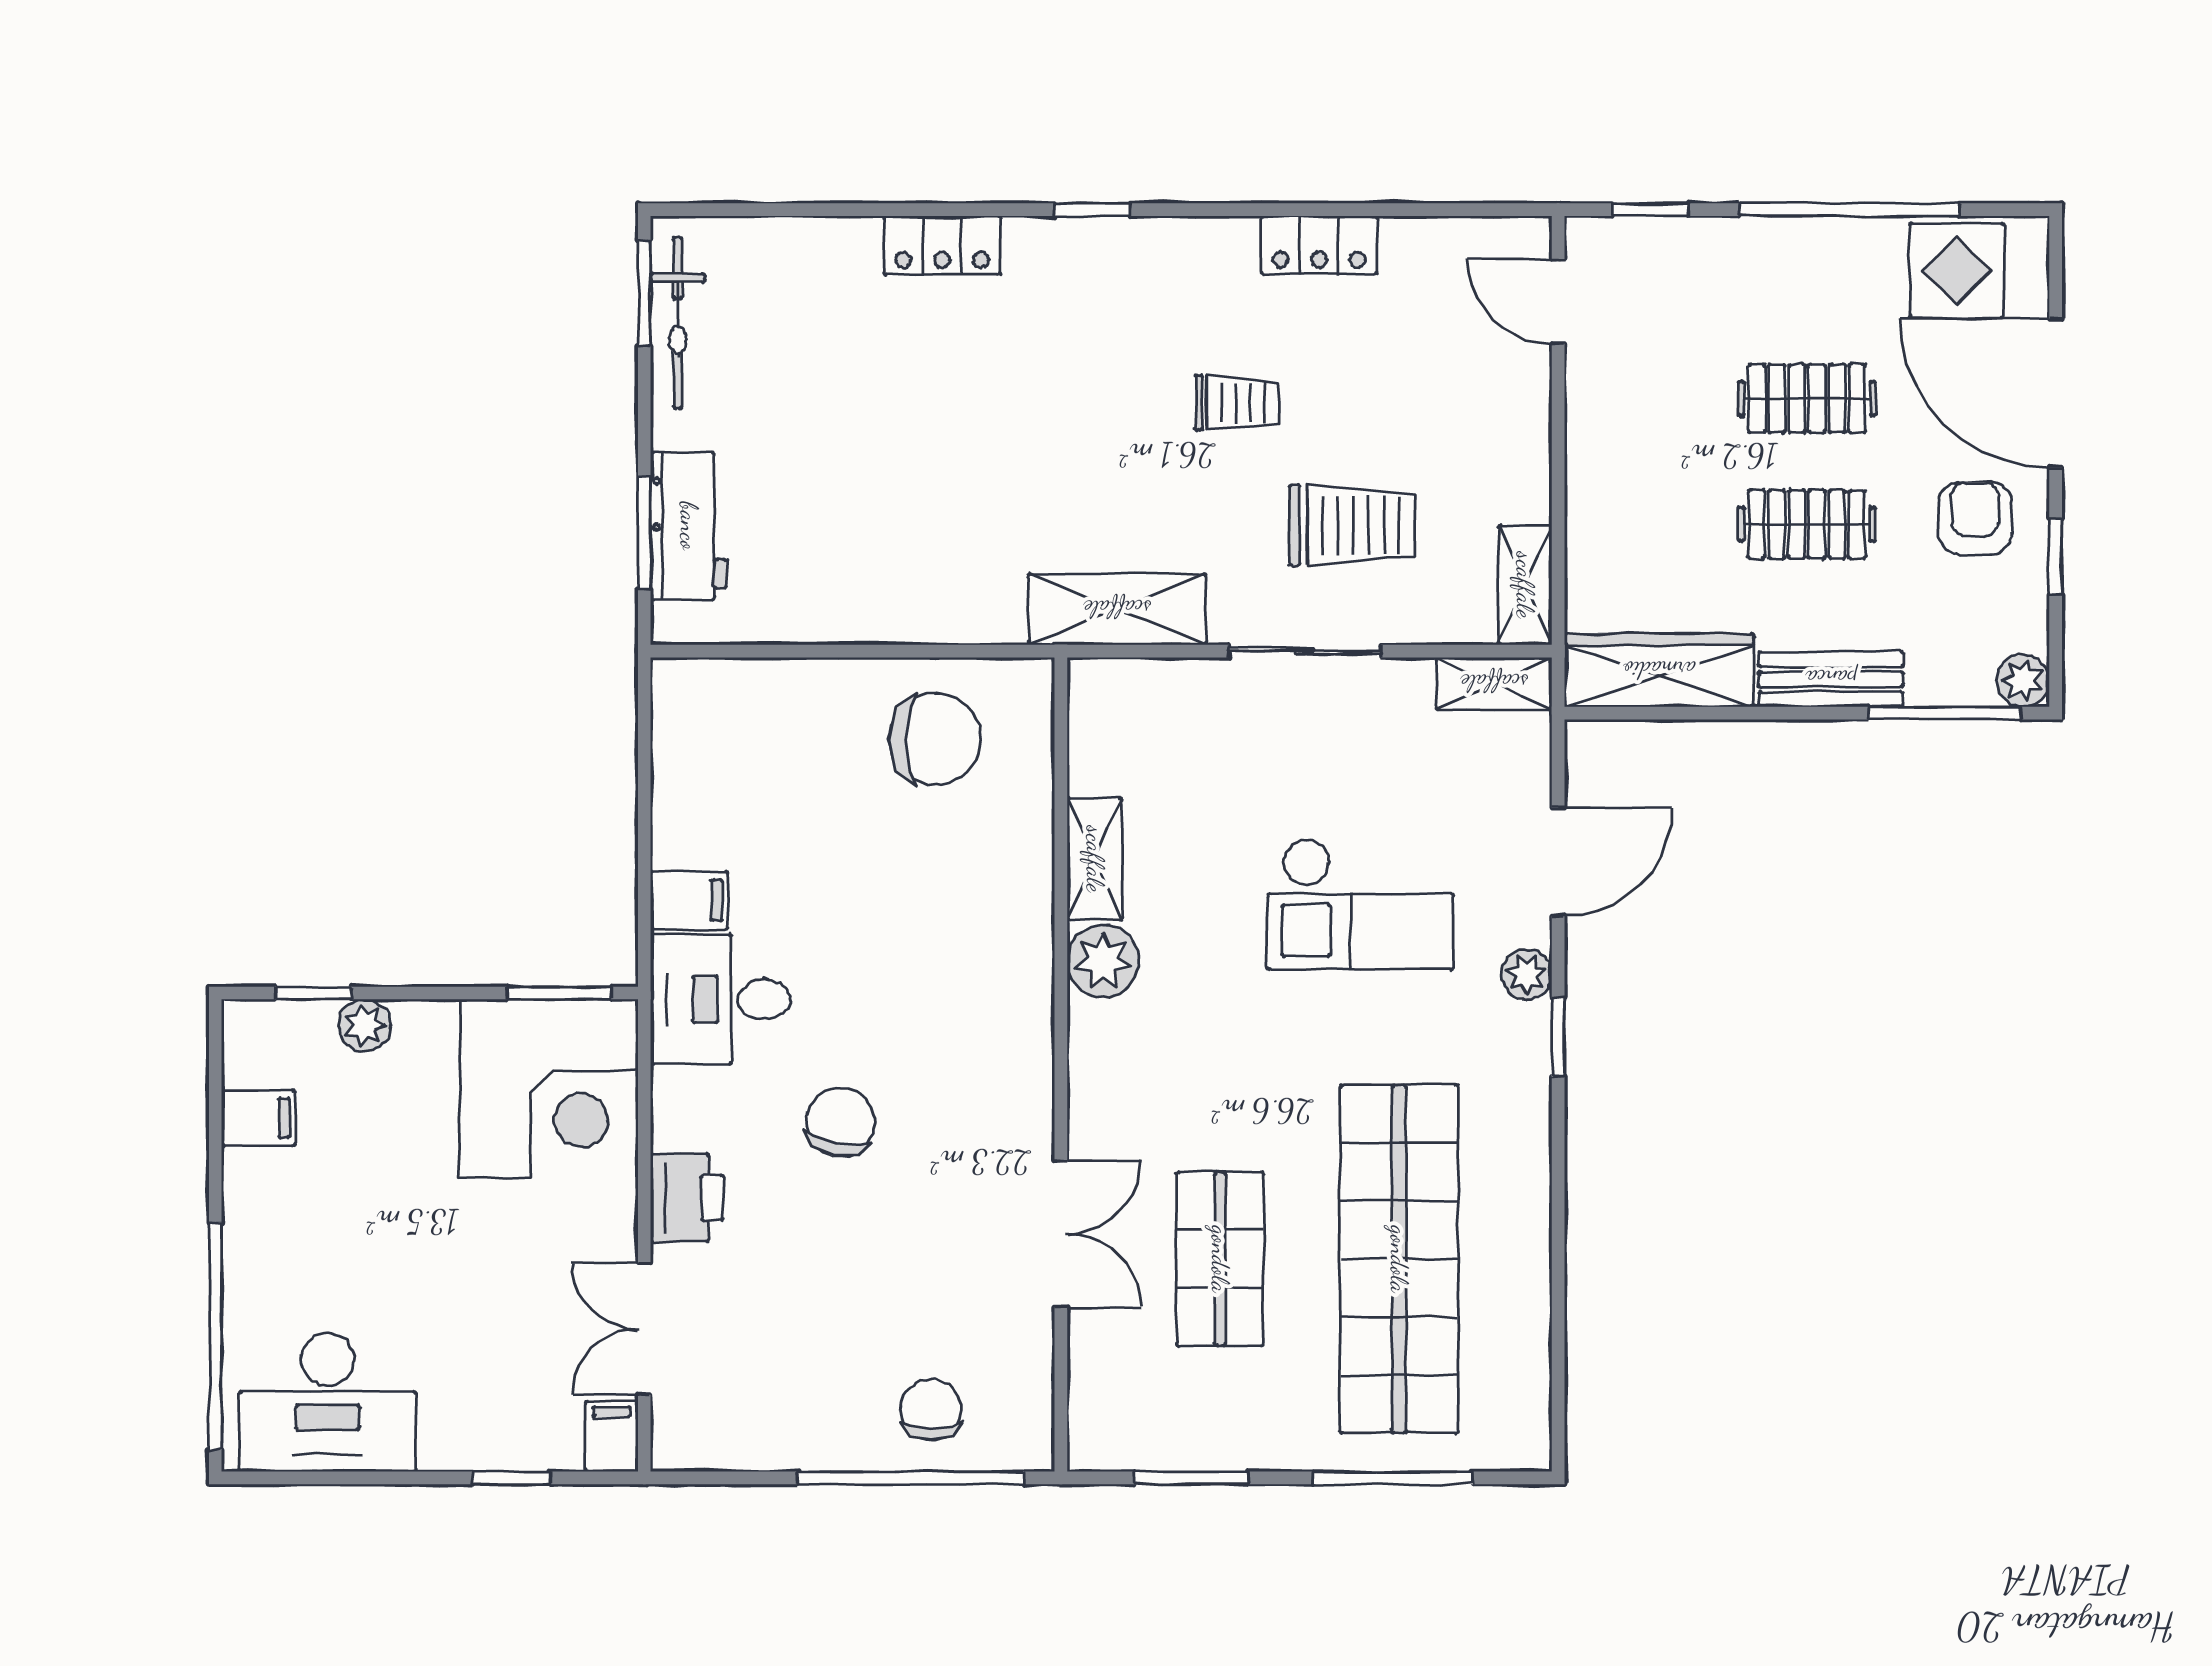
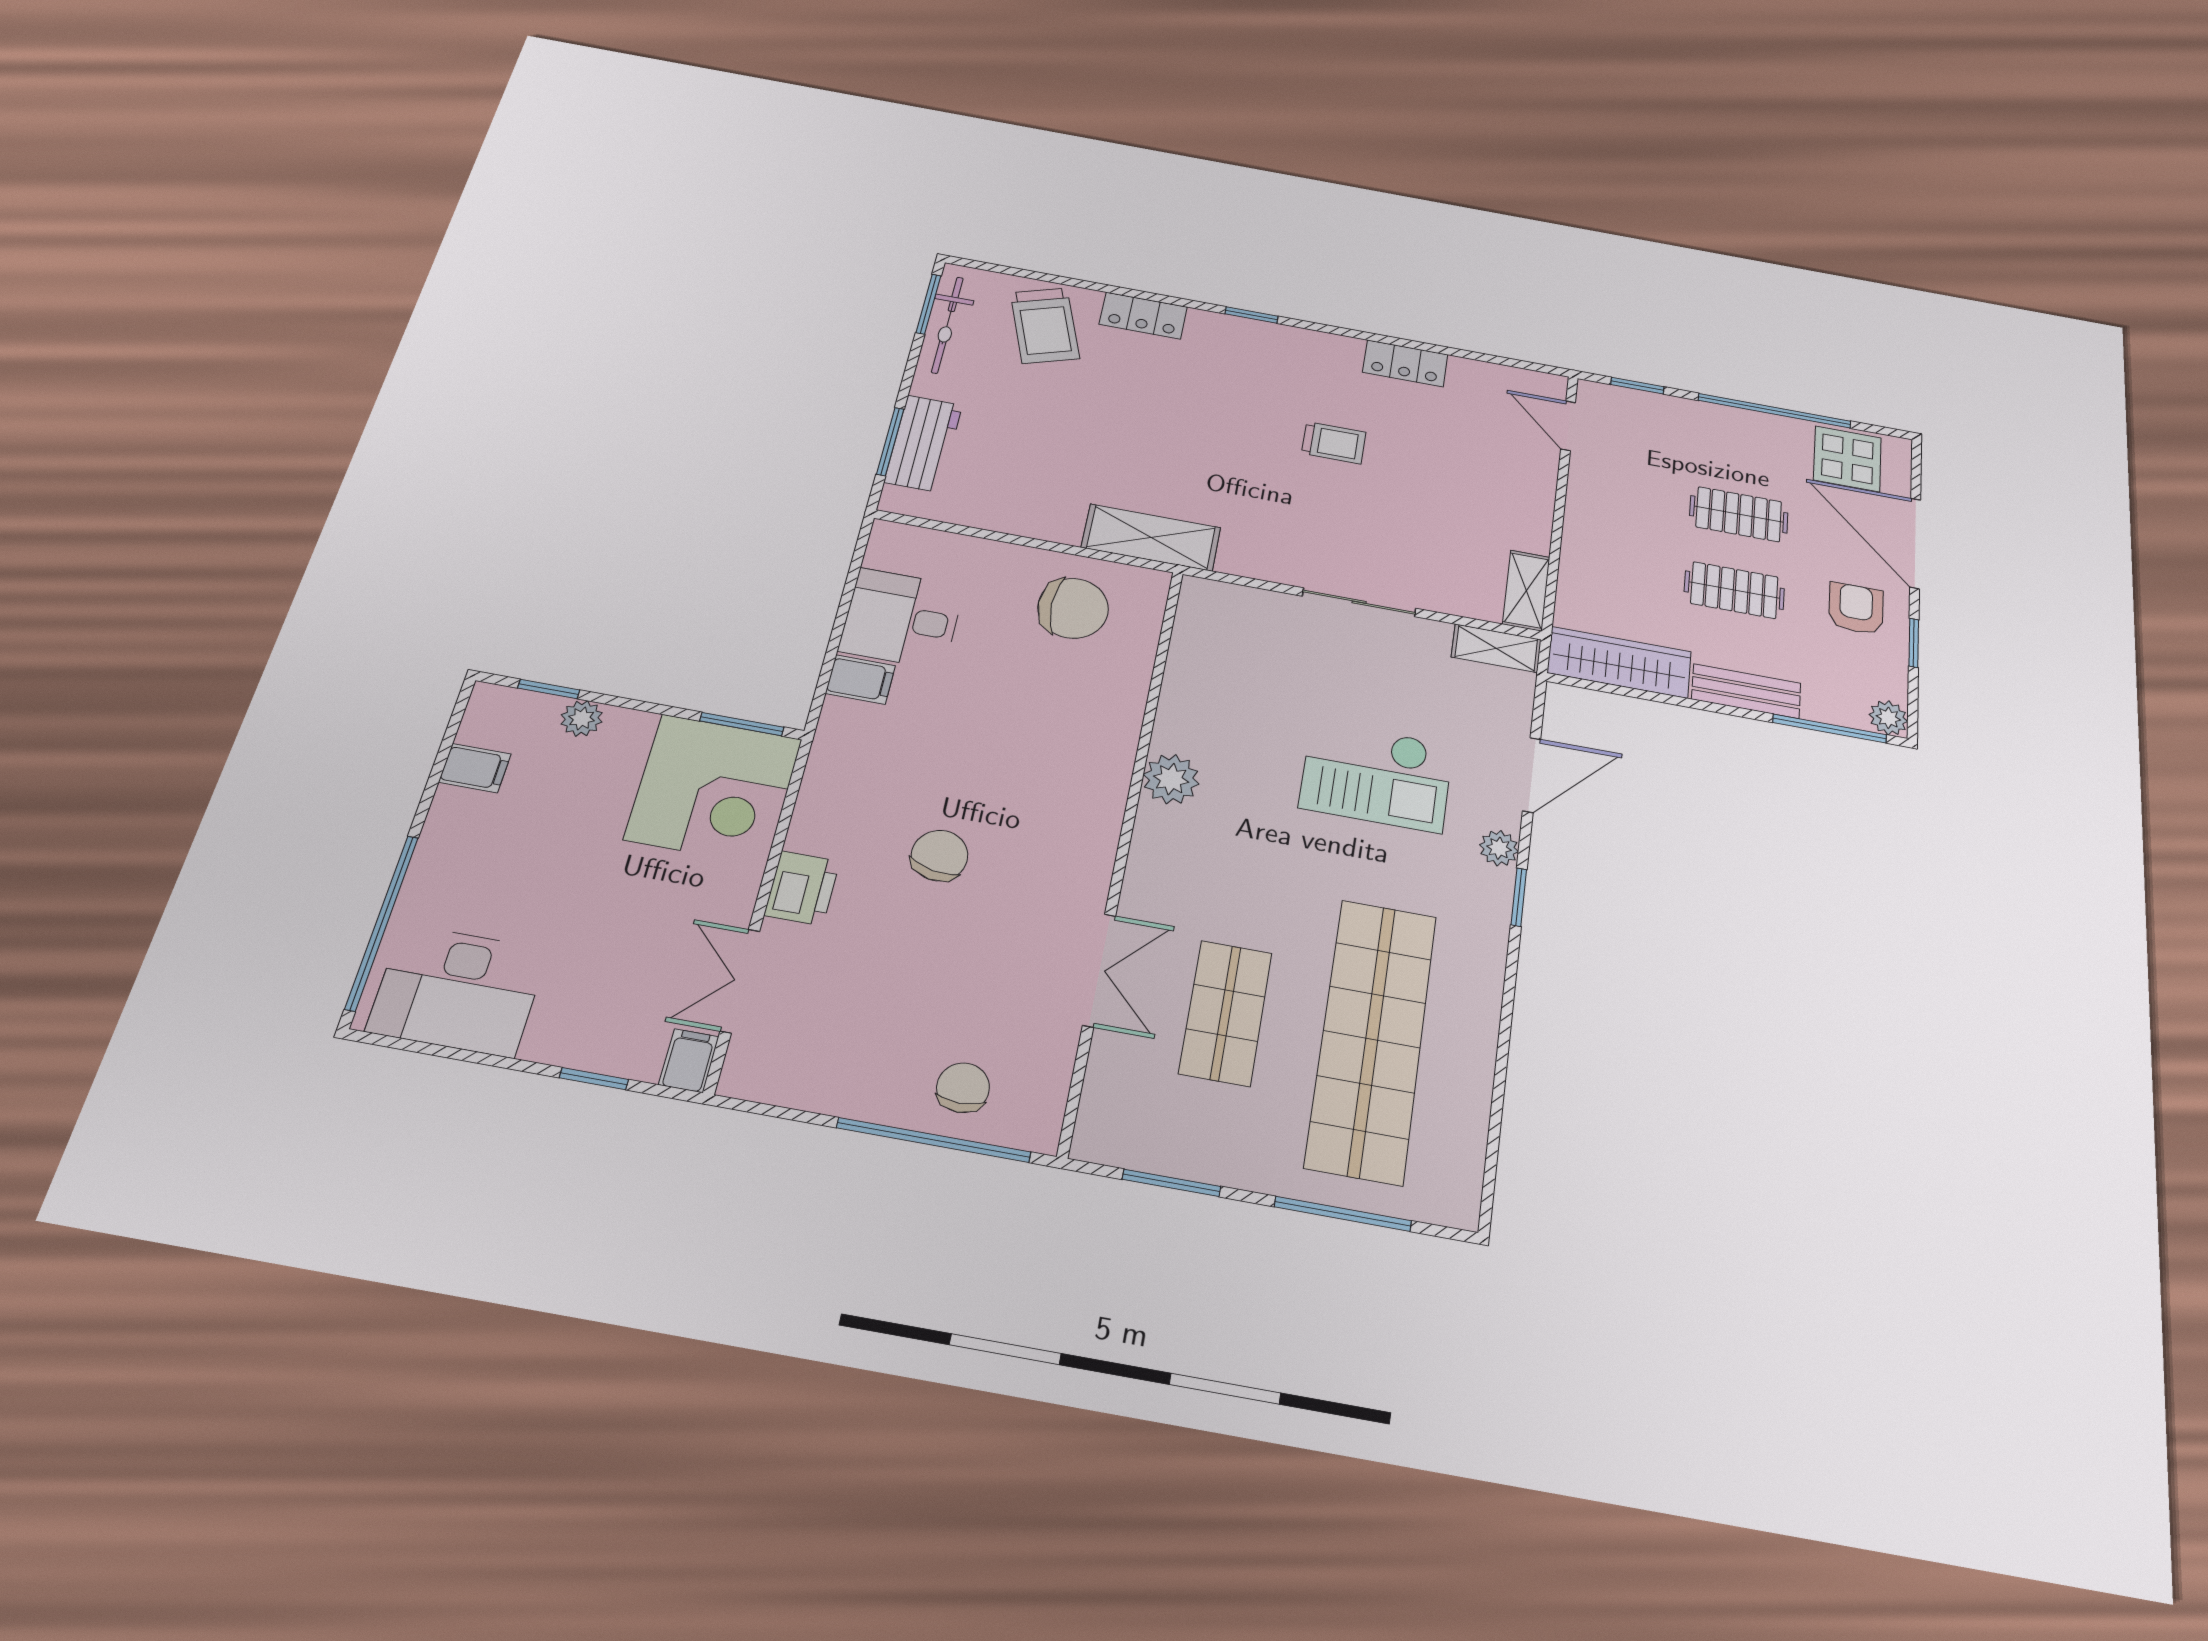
trolley: (1352, 525) -> (1045, 326), moved, turned 71
shelving: (1117, 609) -> (1151, 537), moved
shelving: (1095, 859) -> (1178, 708), removed
desk: (720, 999) -> (902, 619), moved

